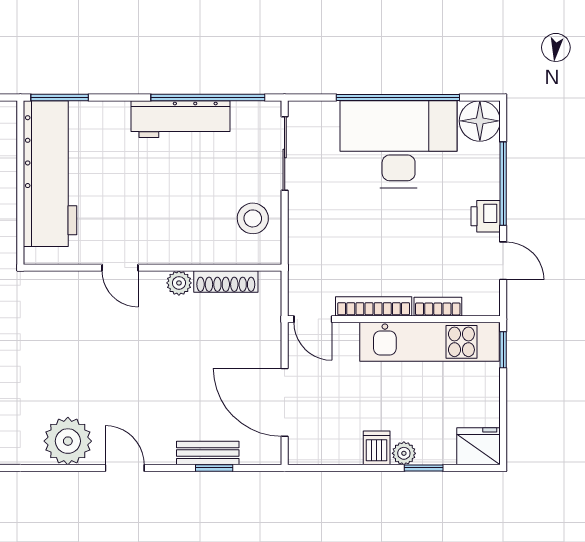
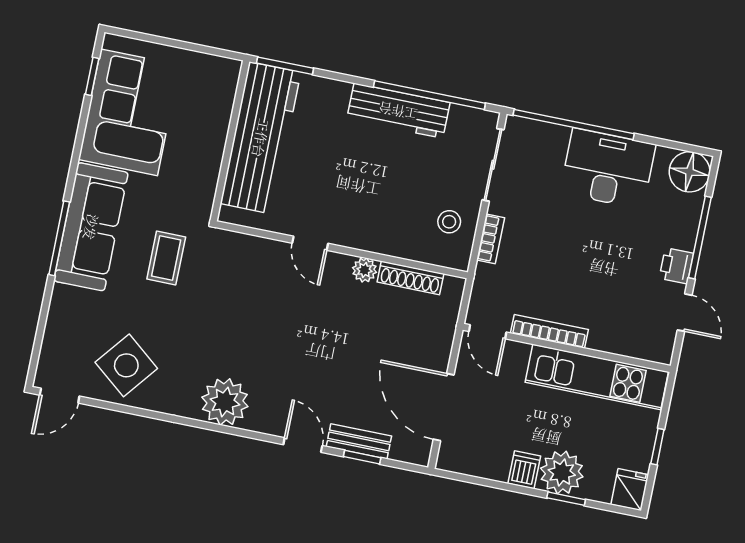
window: (398, 98) -> (574, 124), moved
desk: (399, 144) -> (608, 169), width x0.73, depth x0.77
stool: (253, 218) -> (449, 222), width x0.73, depth x0.73
bookcase: (438, 307) -> (491, 239), moved, turned 90
window: (503, 350) -> (657, 447), moved
fridge: (479, 446) -> (630, 490), width x0.72
plant: (404, 453) -> (562, 473), width x1.88, depth x1.88
door: (125, 468) -> (303, 445), moved

